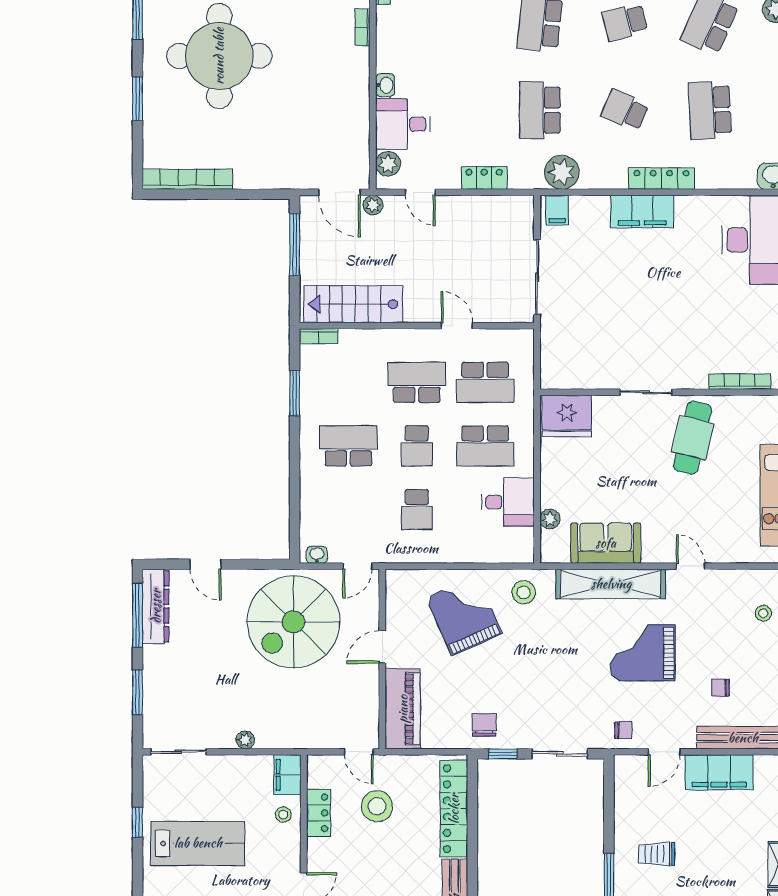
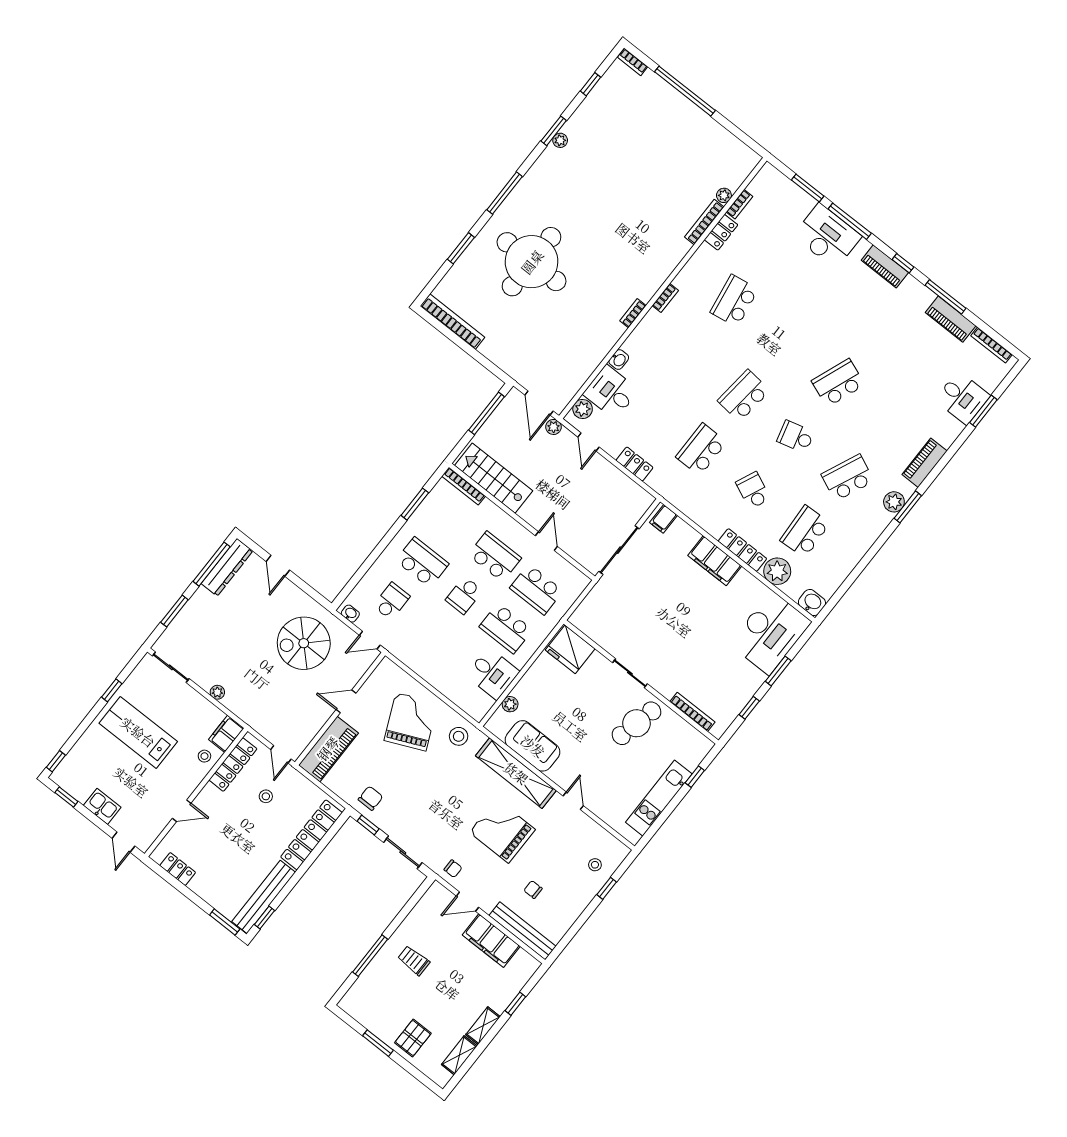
plant: (562, 172) -> (777, 571), moved
bookcase: (319, 336) -> (464, 486), width x1.56
school desk: (417, 509) -> (392, 601), moved, turned 180
spiral stairs: (293, 622) -> (304, 643), width x0.73, depth x0.73
stool: (377, 806) -> (266, 796), width x0.53, depth x0.53
locker: (319, 813) -> (233, 764), width x1.53
lab bench: (198, 843) -> (138, 732), turned 180

